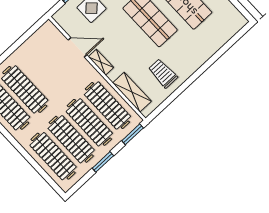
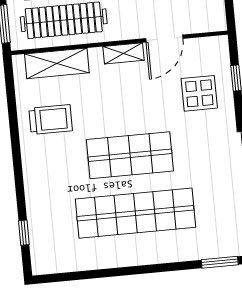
window: (231, 43) -> (24, 233), added

